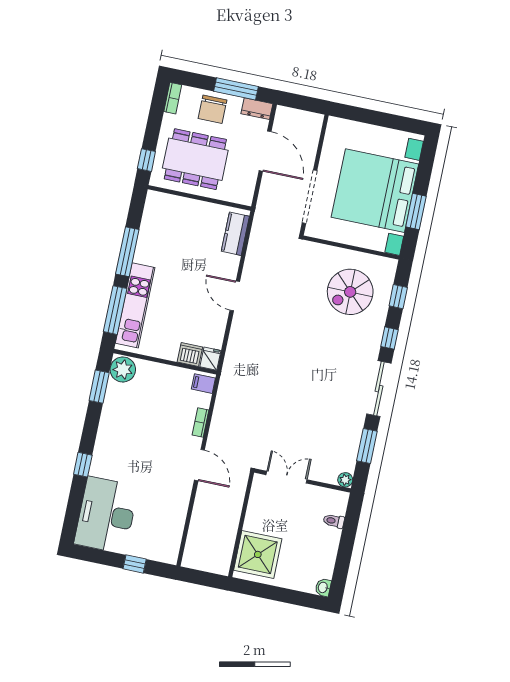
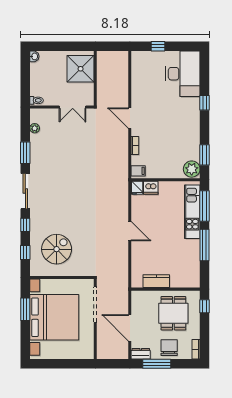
dining table: (195, 159) -> (173, 313), width x0.73
kitchen counter: (235, 234) -> (156, 281), moved, turned -90
double door: (287, 477) -> (73, 107), moved
wall: (302, 481) -> (62, 107), moved

